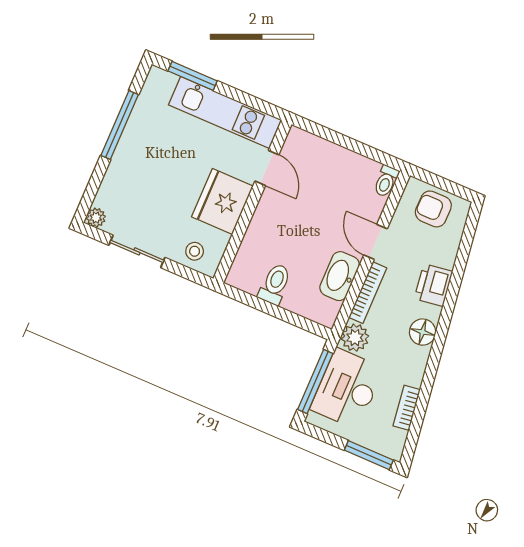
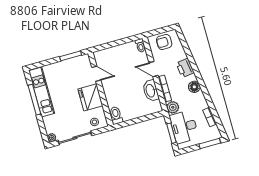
window: (193, 76) -> (71, 56), moved
kitchen unit: (225, 112) -> (42, 92), moved, turned -90
sliding door: (137, 251) -> (75, 138), width x1.37
toilet: (275, 284) -> (116, 115), moved
window: (315, 382) -> (171, 133), width x0.69

